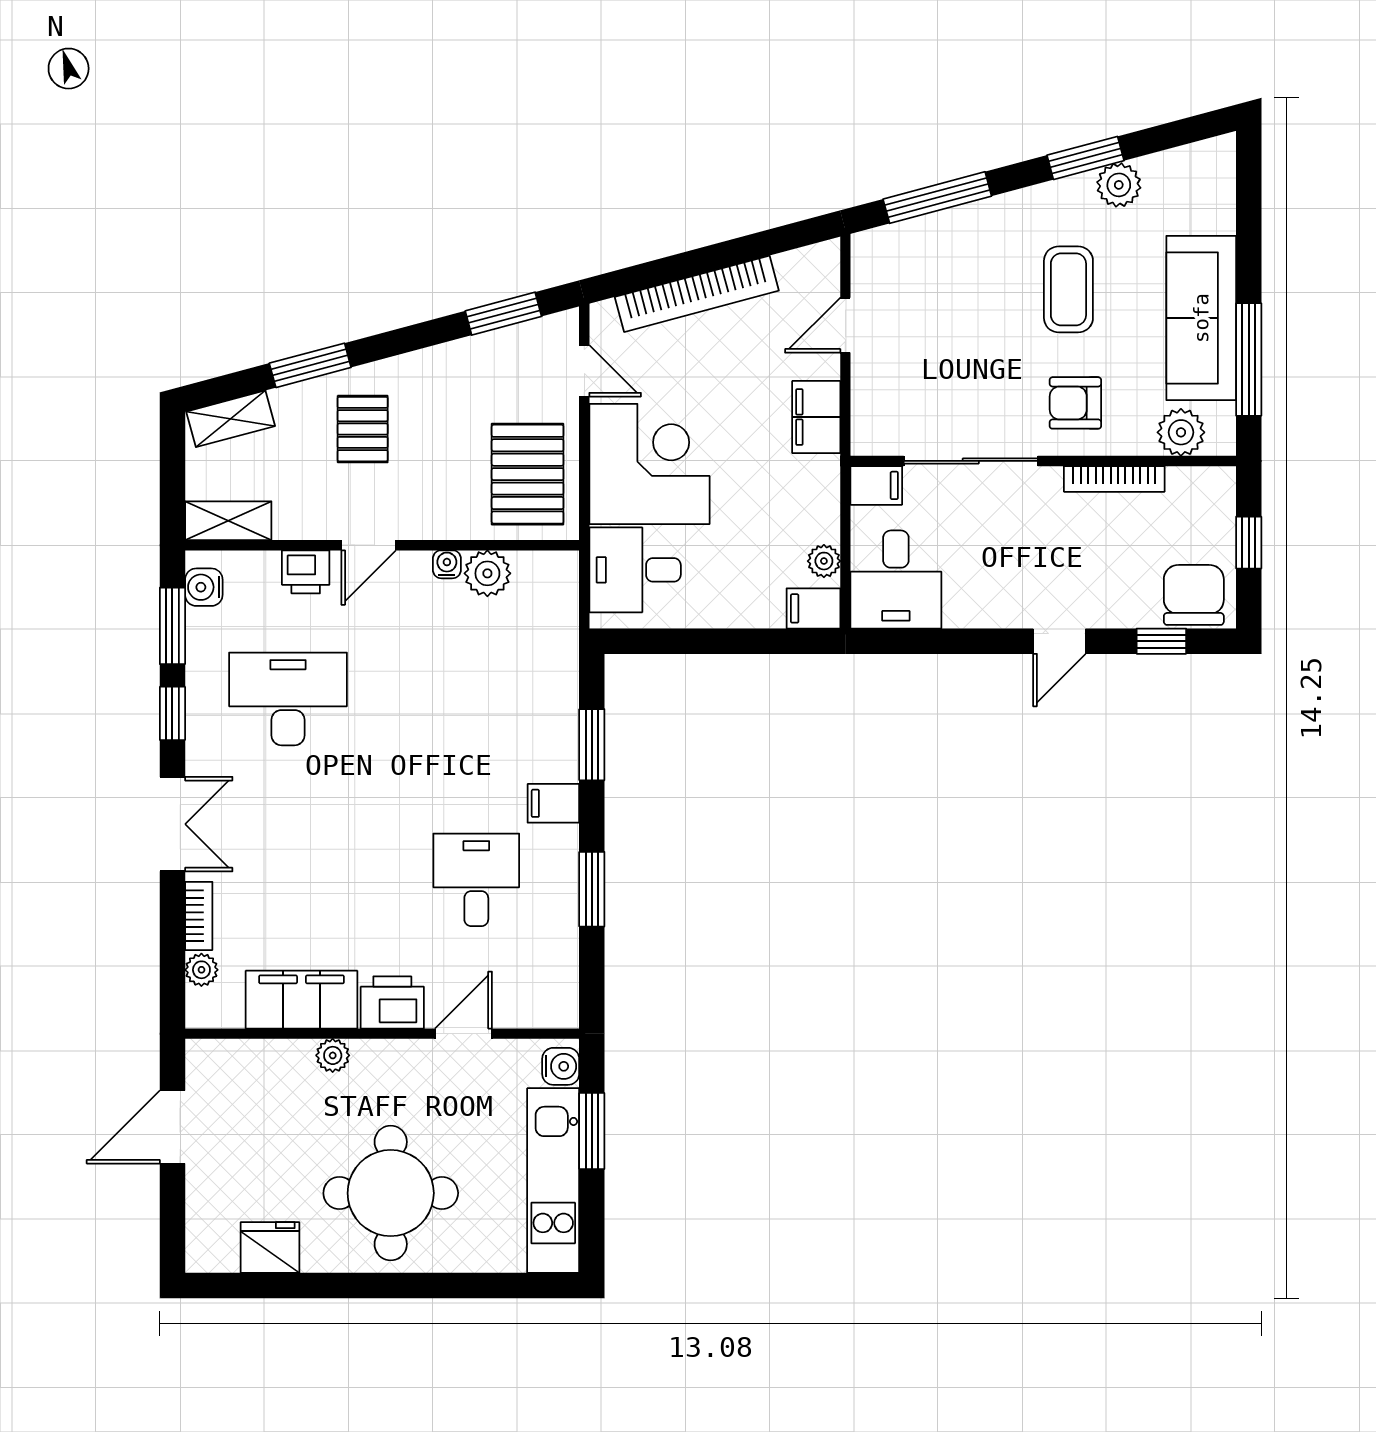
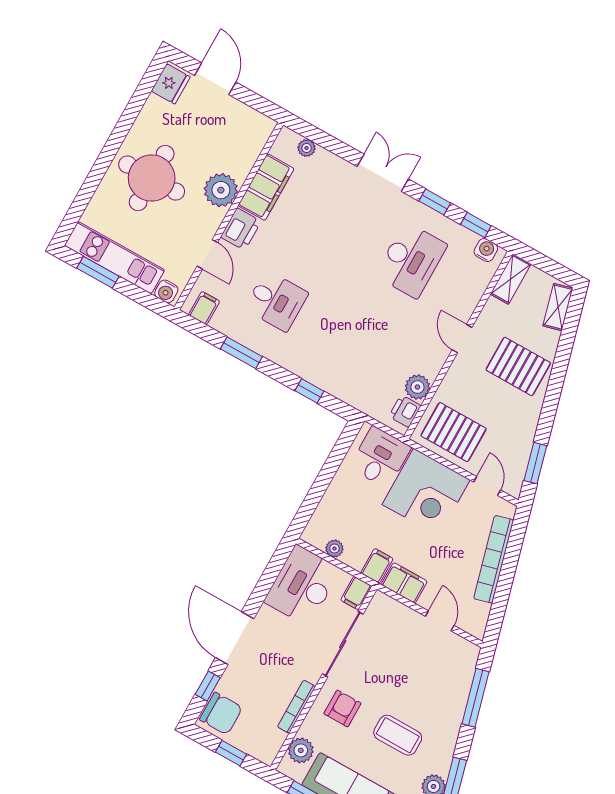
window: (310, 365) -> (562, 359), removed
door: (584, 371) -> (487, 486), swing flipped
pallet: (363, 429) -> (518, 366), width x1.50, depth x1.42
water cooler: (447, 564) -> (432, 370), removed
printer: (306, 572) -> (405, 411), moved
desk: (896, 580) -> (302, 585), width x1.37
filing cabinet: (813, 608) -> (377, 566), moved
window: (172, 626) -> (476, 225), width x0.67
door: (1059, 641) -> (235, 638), width x1.88
window: (592, 745) -> (309, 391), width x0.67
filing cabinet: (553, 803) -> (204, 308), moved
double door: (172, 824) -> (383, 173), swing flipped
bookcase: (199, 916) -> (333, 161), removed
plant: (333, 1055) -> (221, 190), width x1.88, depth x1.88
door: (172, 1127) -> (215, 79), moved
window: (592, 1131) -> (98, 272), moved
fridge: (270, 1247) -> (171, 84), moved

